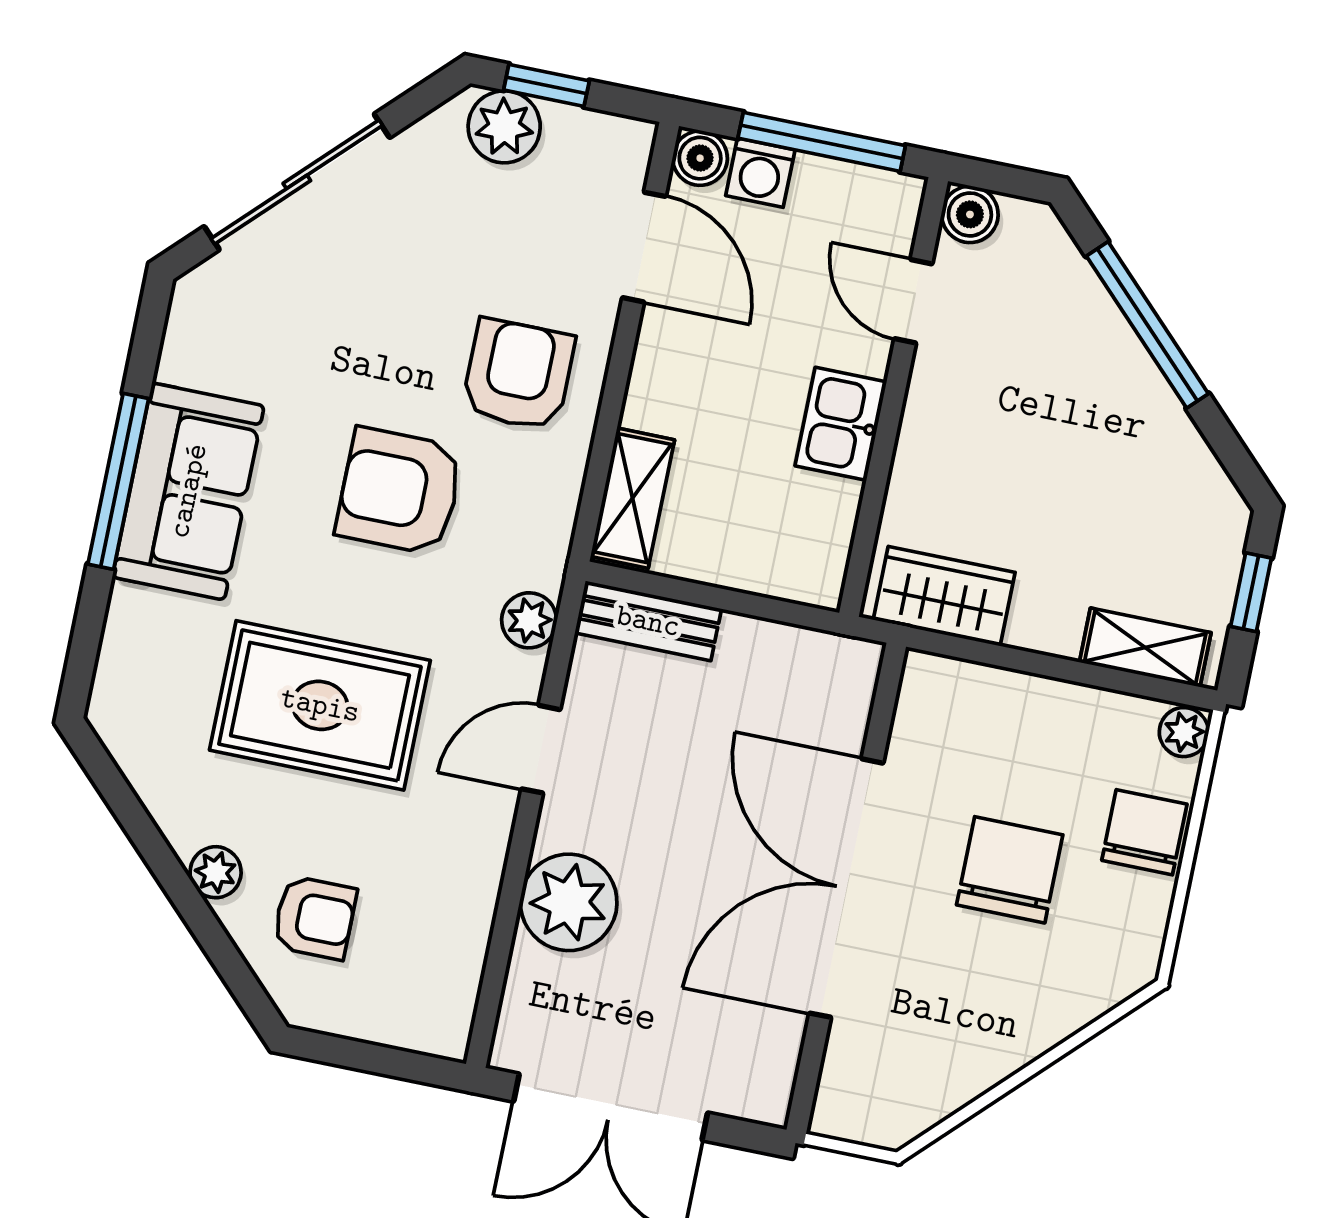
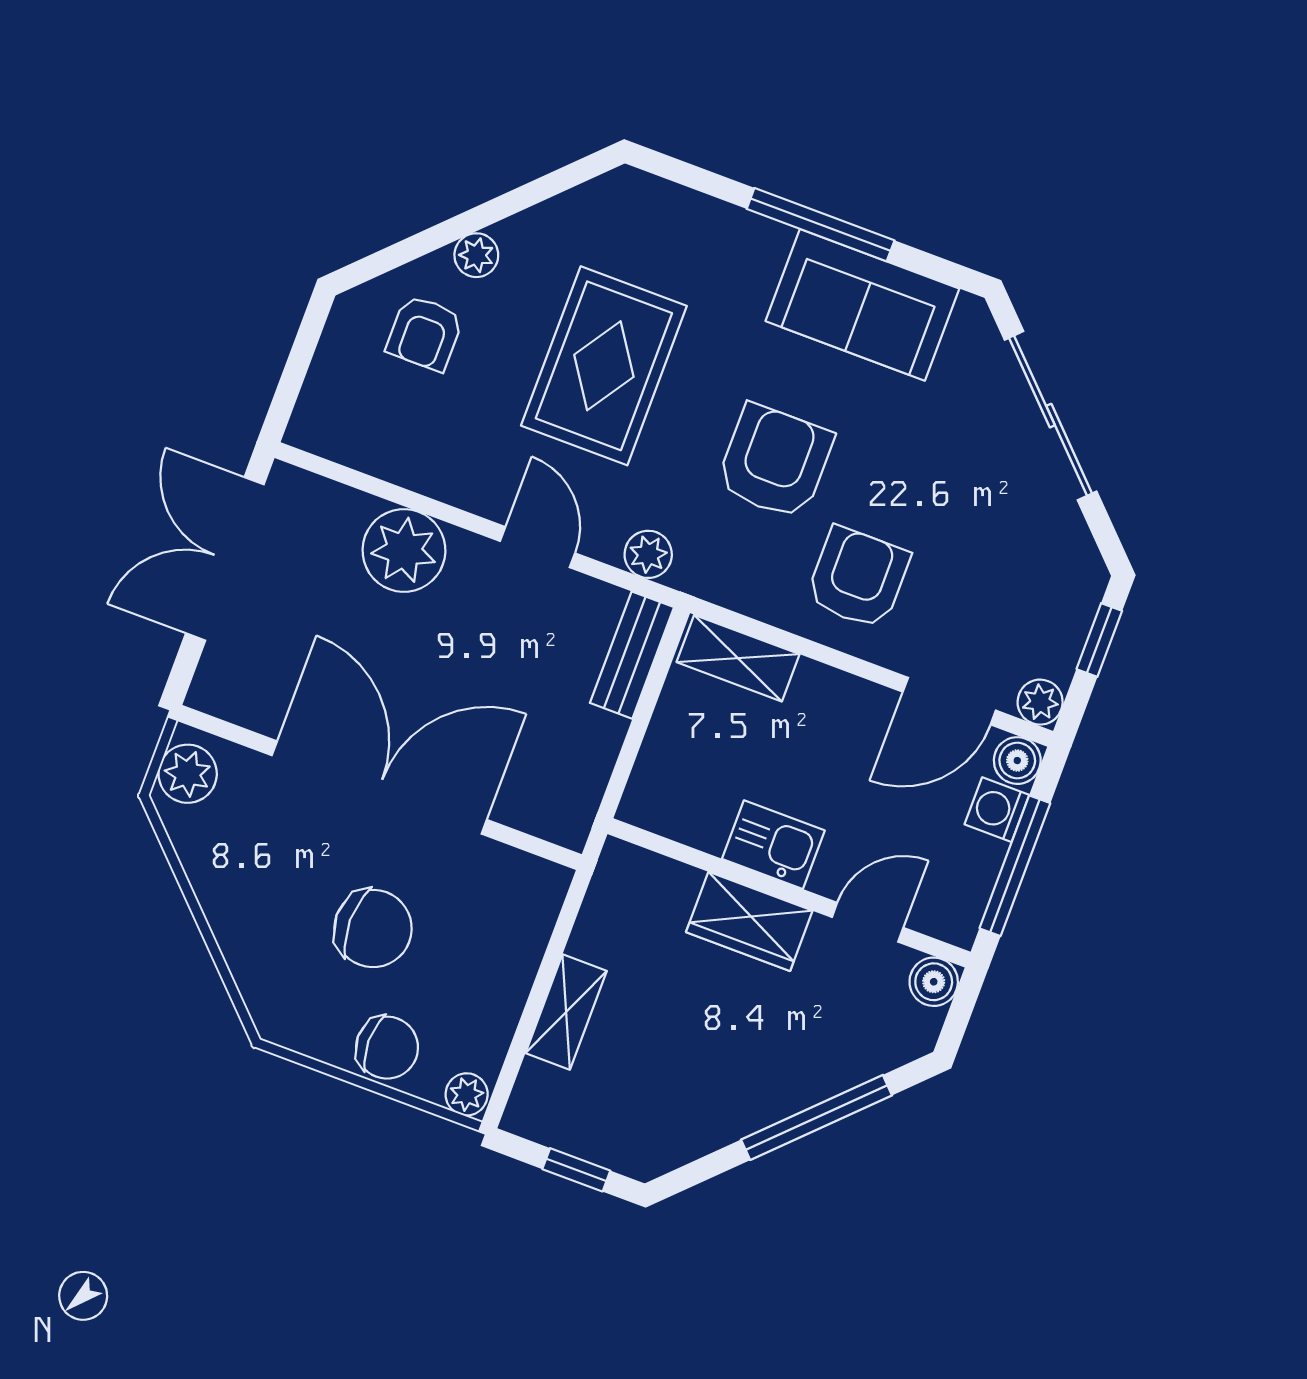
plant: (504, 127) -> (1040, 702), moved, width x0.73, depth x0.73
armchair: (518, 375) -> (858, 578), turned -90
sofa: (188, 491) -> (862, 305), moved
wardrobe: (944, 596) -> (749, 921), moved, turned 90
shelving: (1145, 647) -> (566, 1012), moved
plant: (865, 1111) -> (188, 774), added

